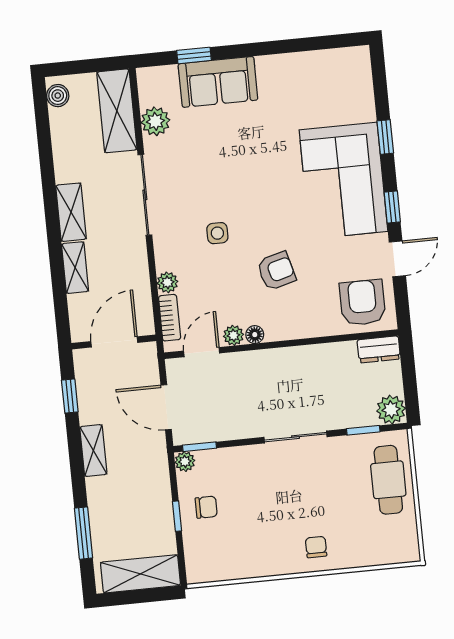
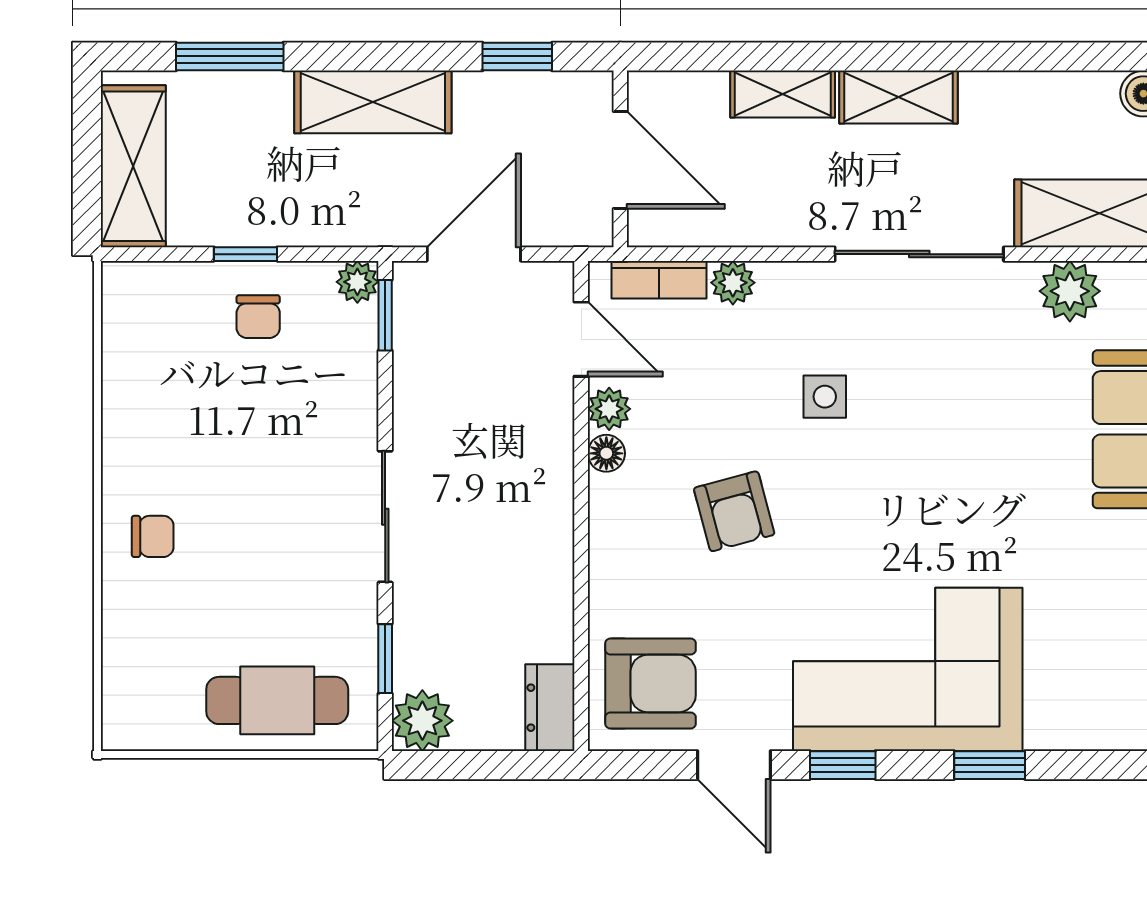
shelving: (93, 451) -> (373, 102), width x1.50, depth x1.33

